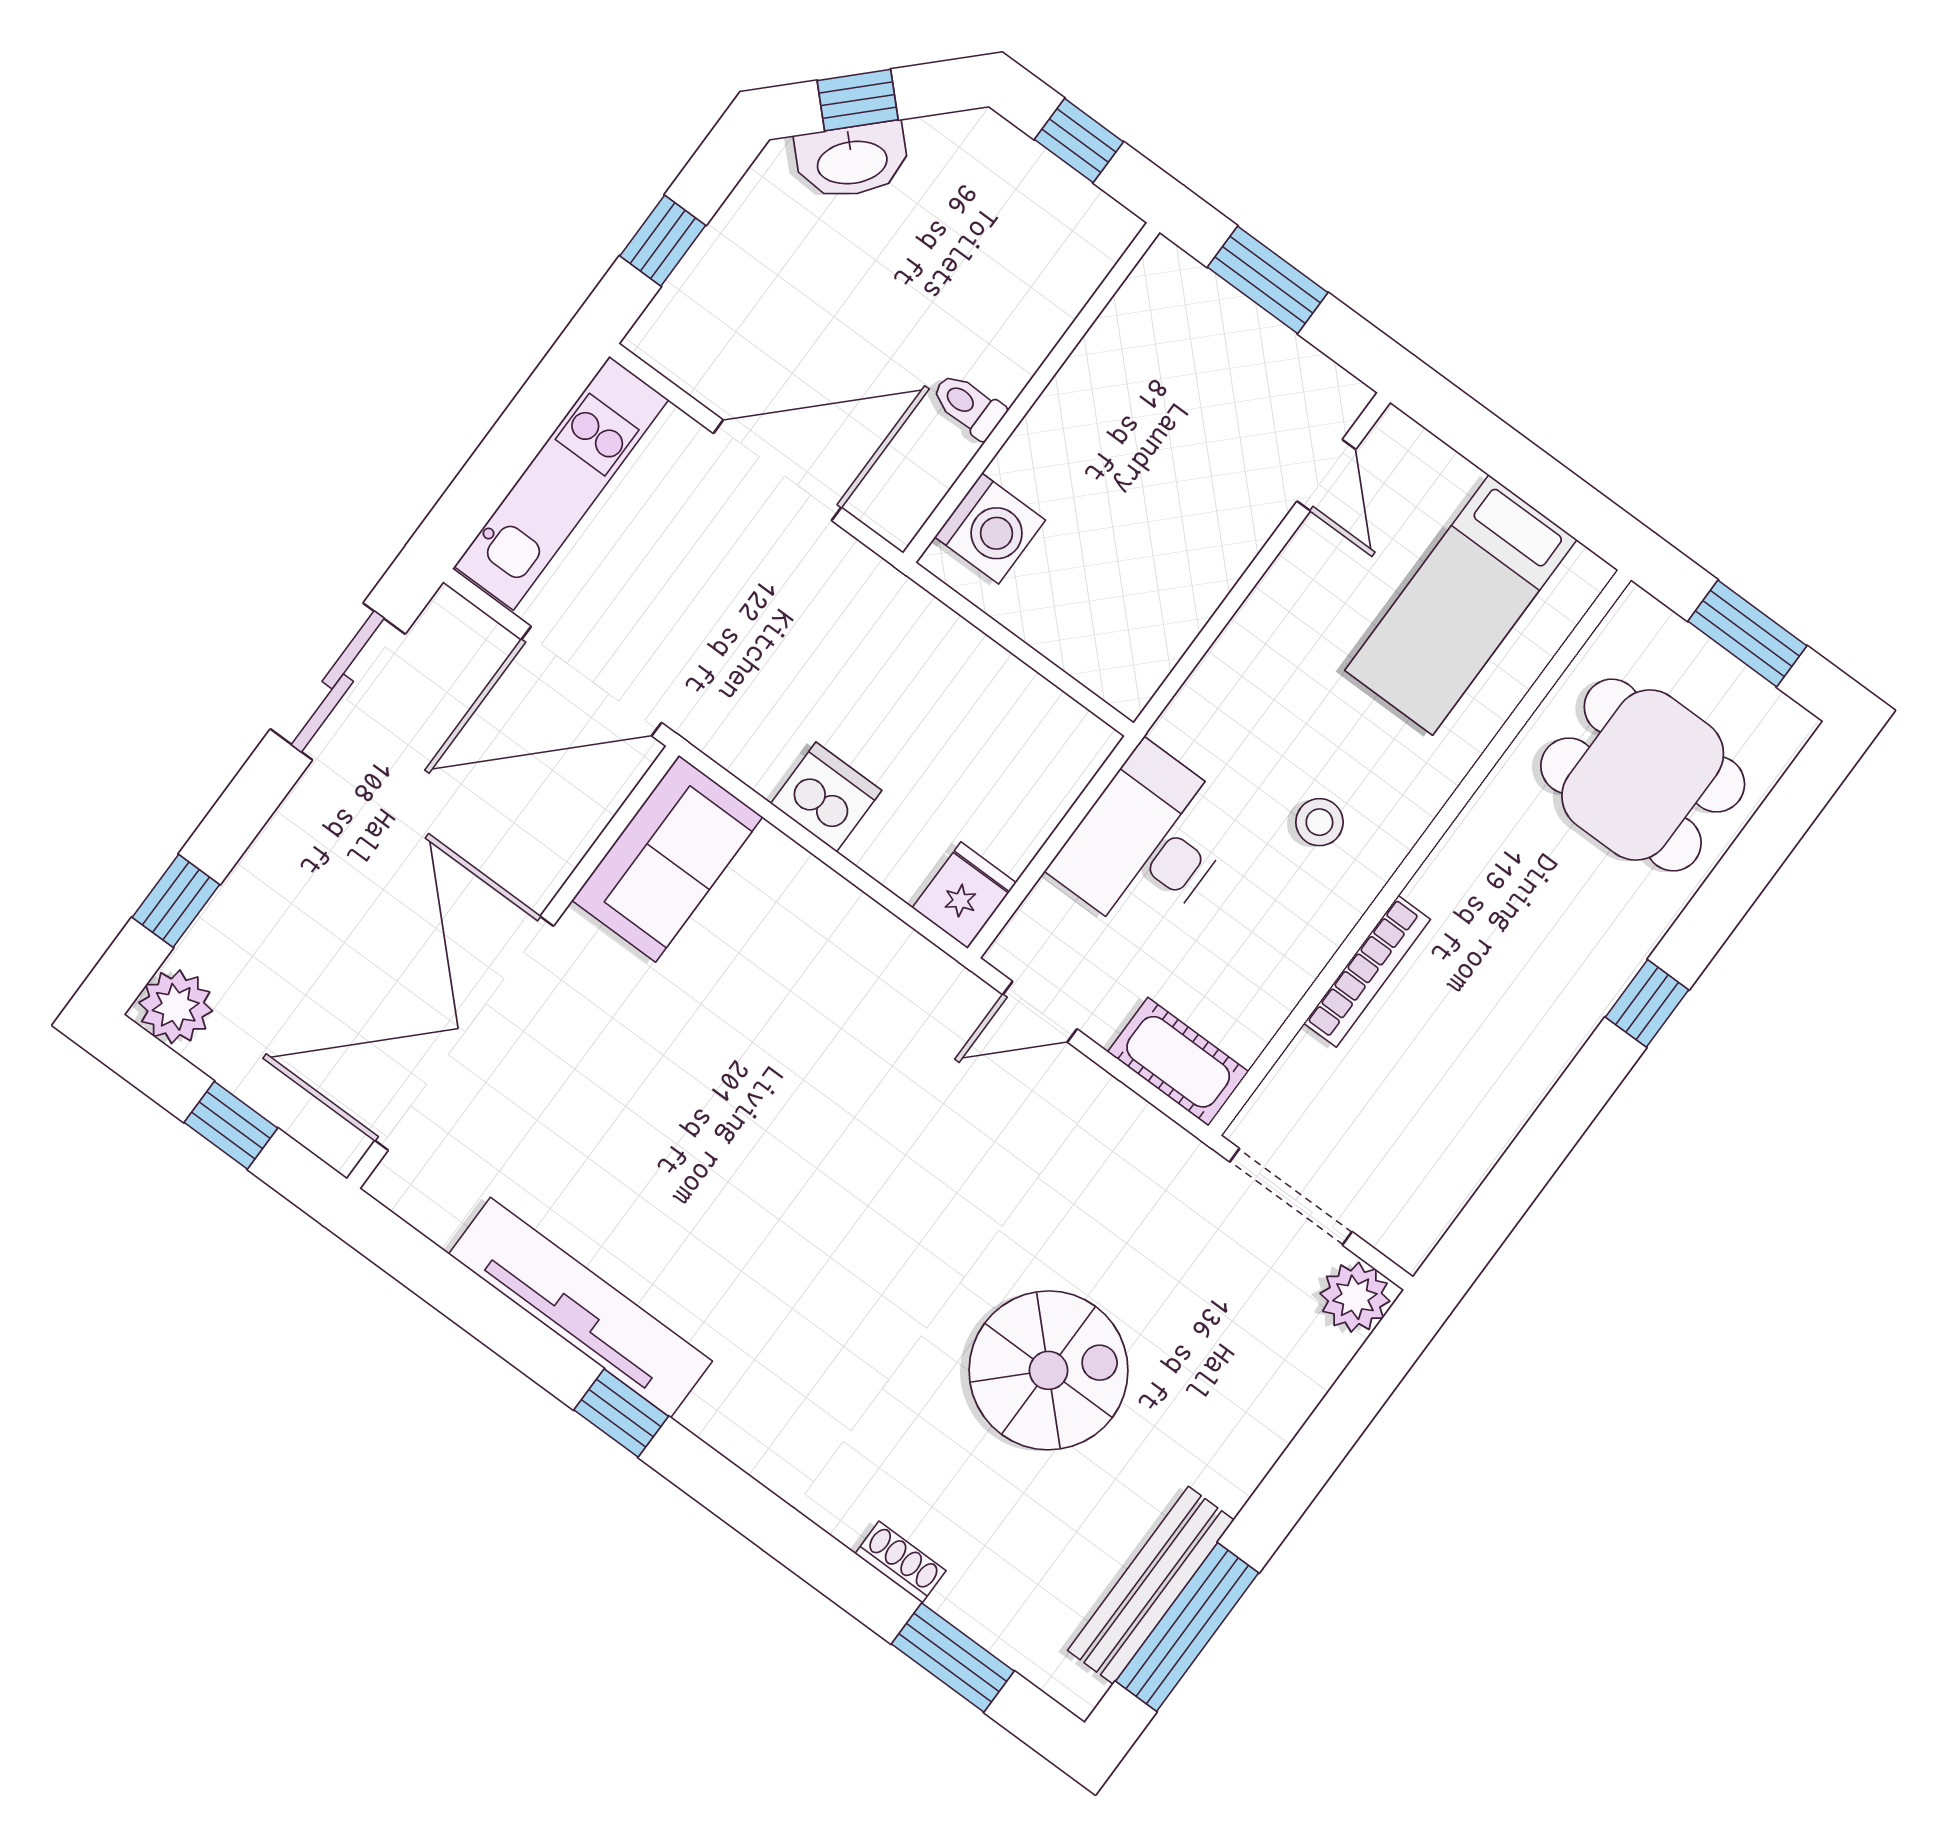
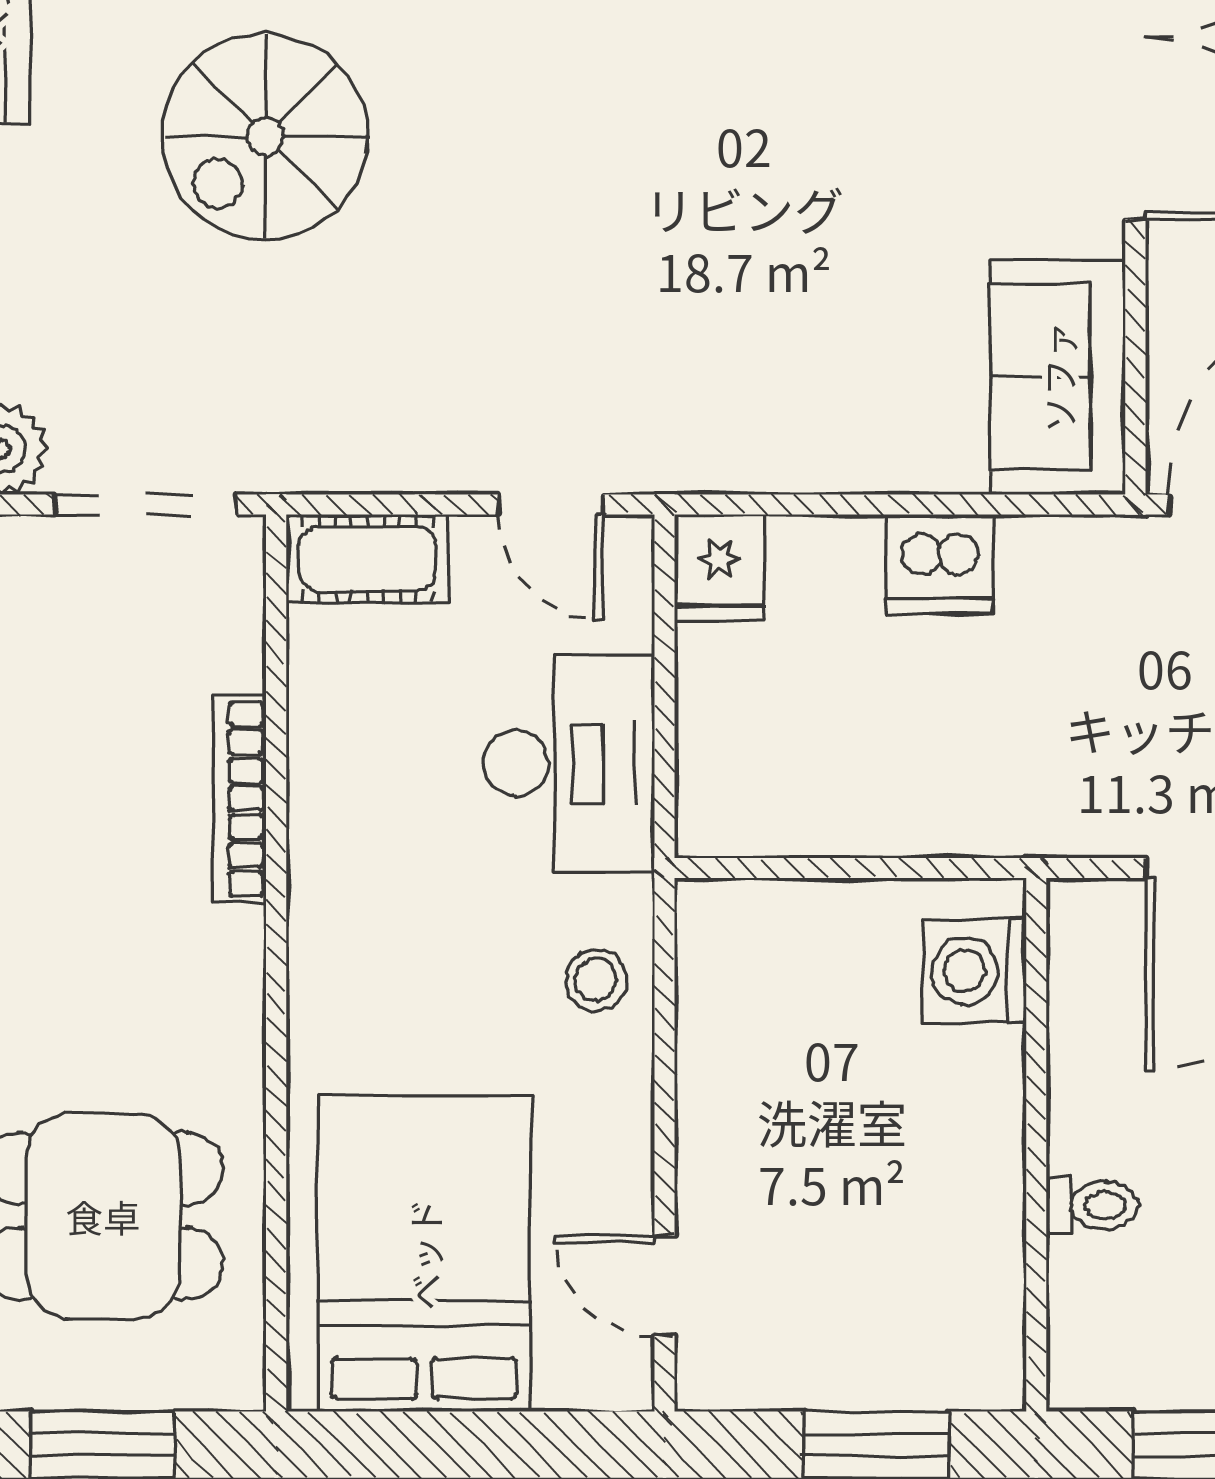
toilet: (968, 406) -> (1092, 1206), moved
bed: (1461, 605) -> (424, 1254), width x1.50
stool: (1319, 822) -> (596, 980), moved
door: (1040, 1012) -> (550, 504), swing flipped

